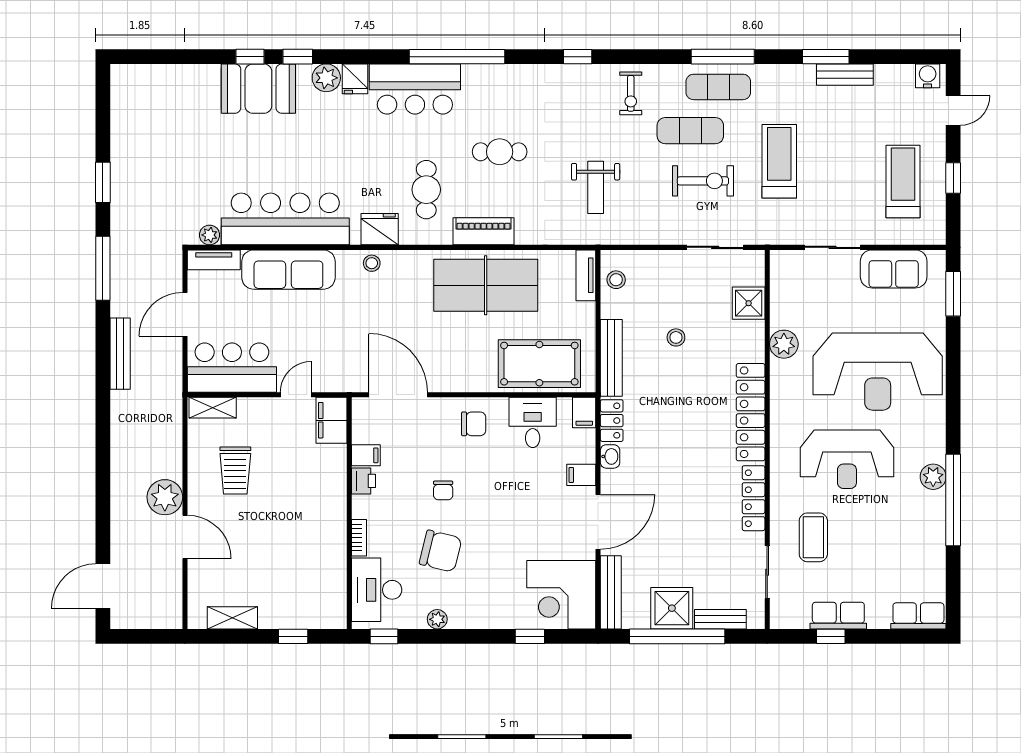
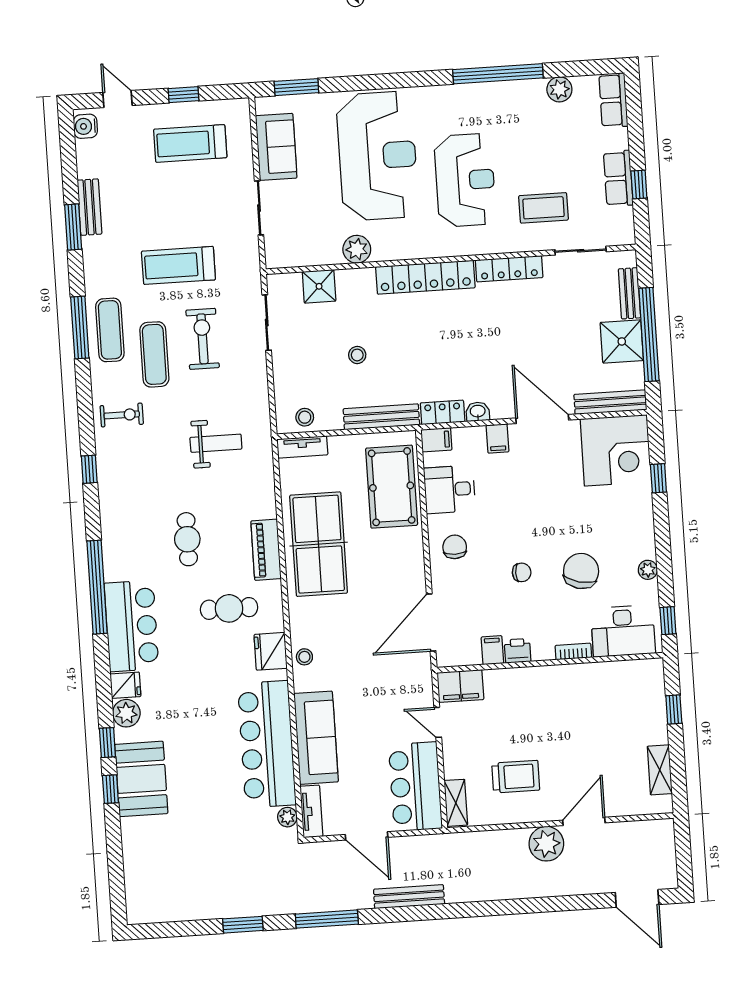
plant: (933, 477) -> (559, 89), moved

